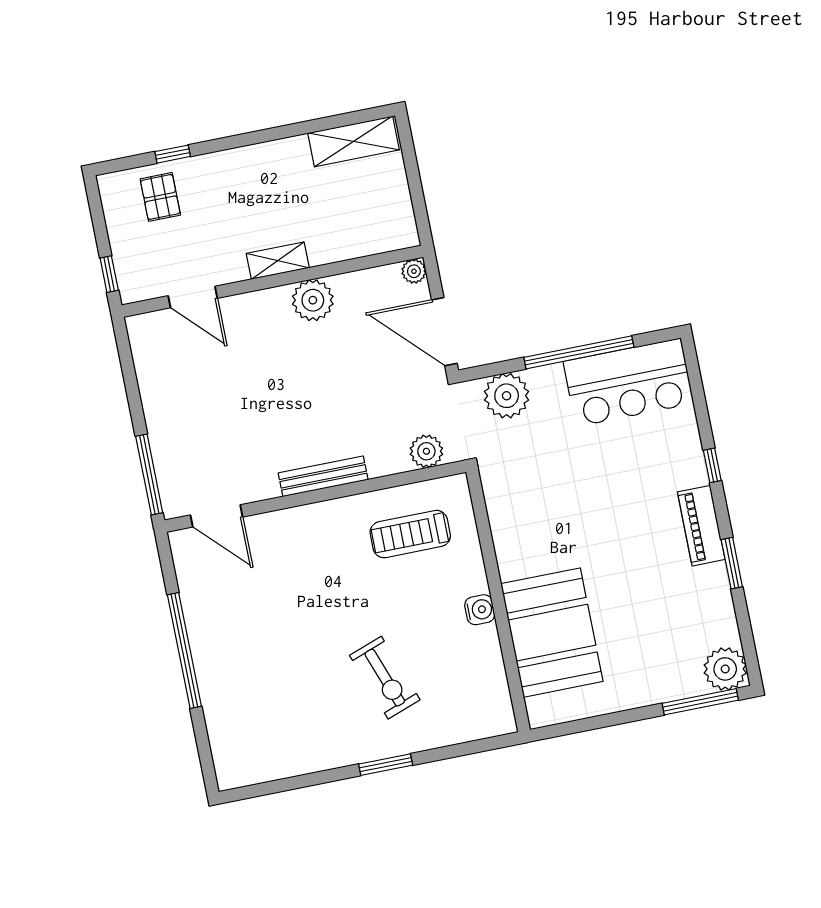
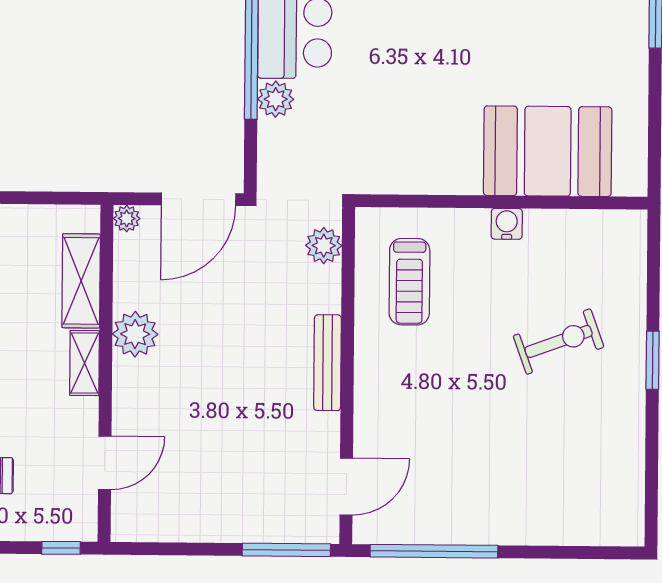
shelving: (350, 242) -> (81, 281), added
plant: (507, 396) -> (276, 99), moved, width x0.73, depth x0.73
window: (184, 651) -> (434, 551), moved

